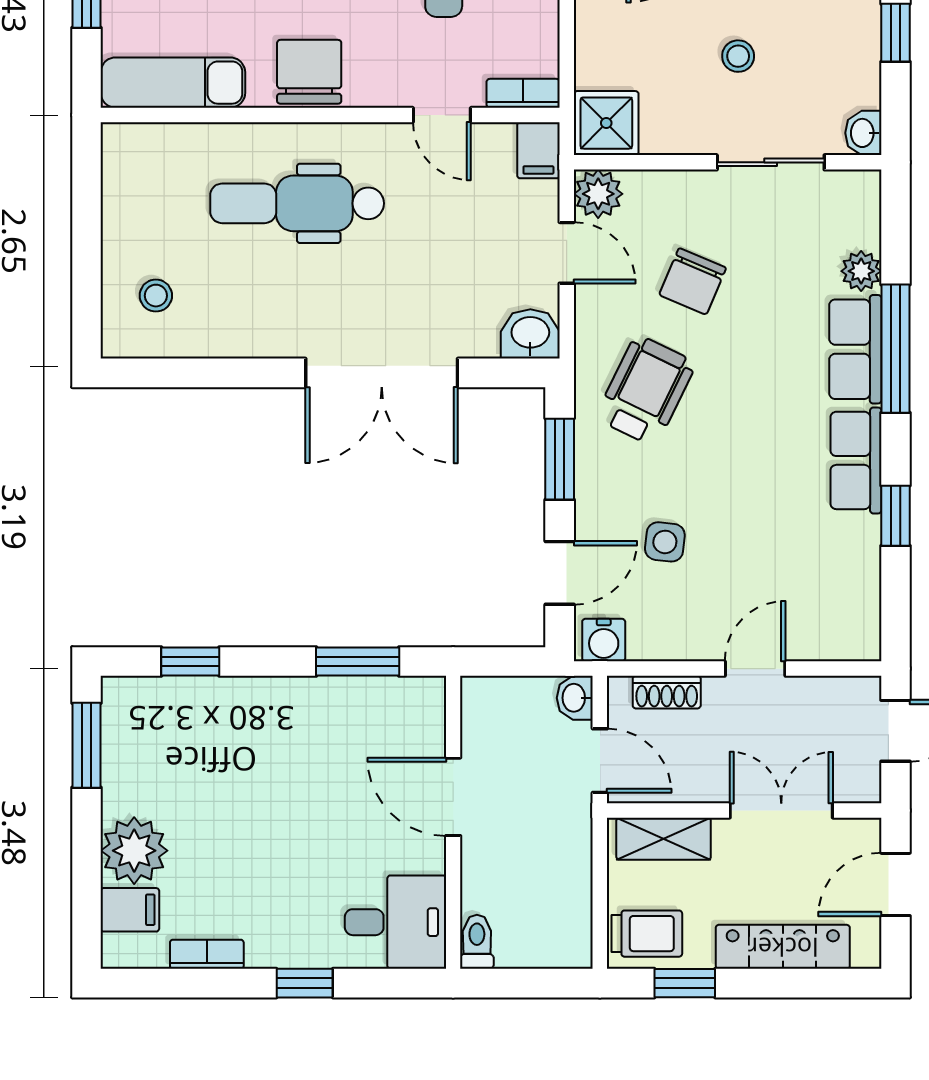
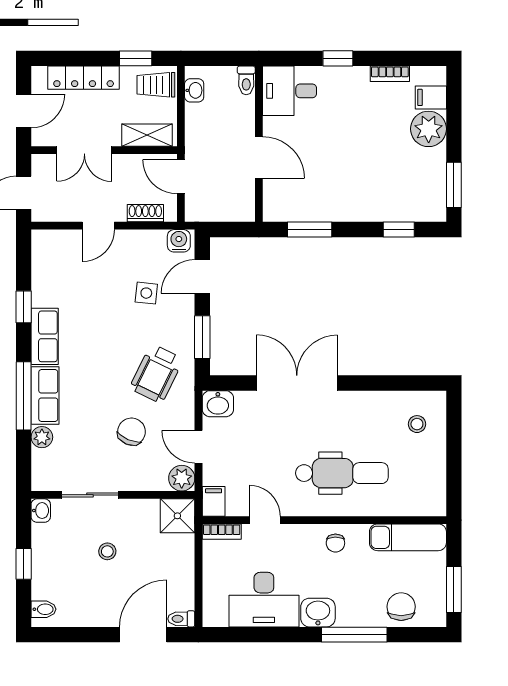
chair: (309, 72) -> (335, 543), width x0.54, depth x0.54
washbasin: (575, 698) -> (194, 90), moved

